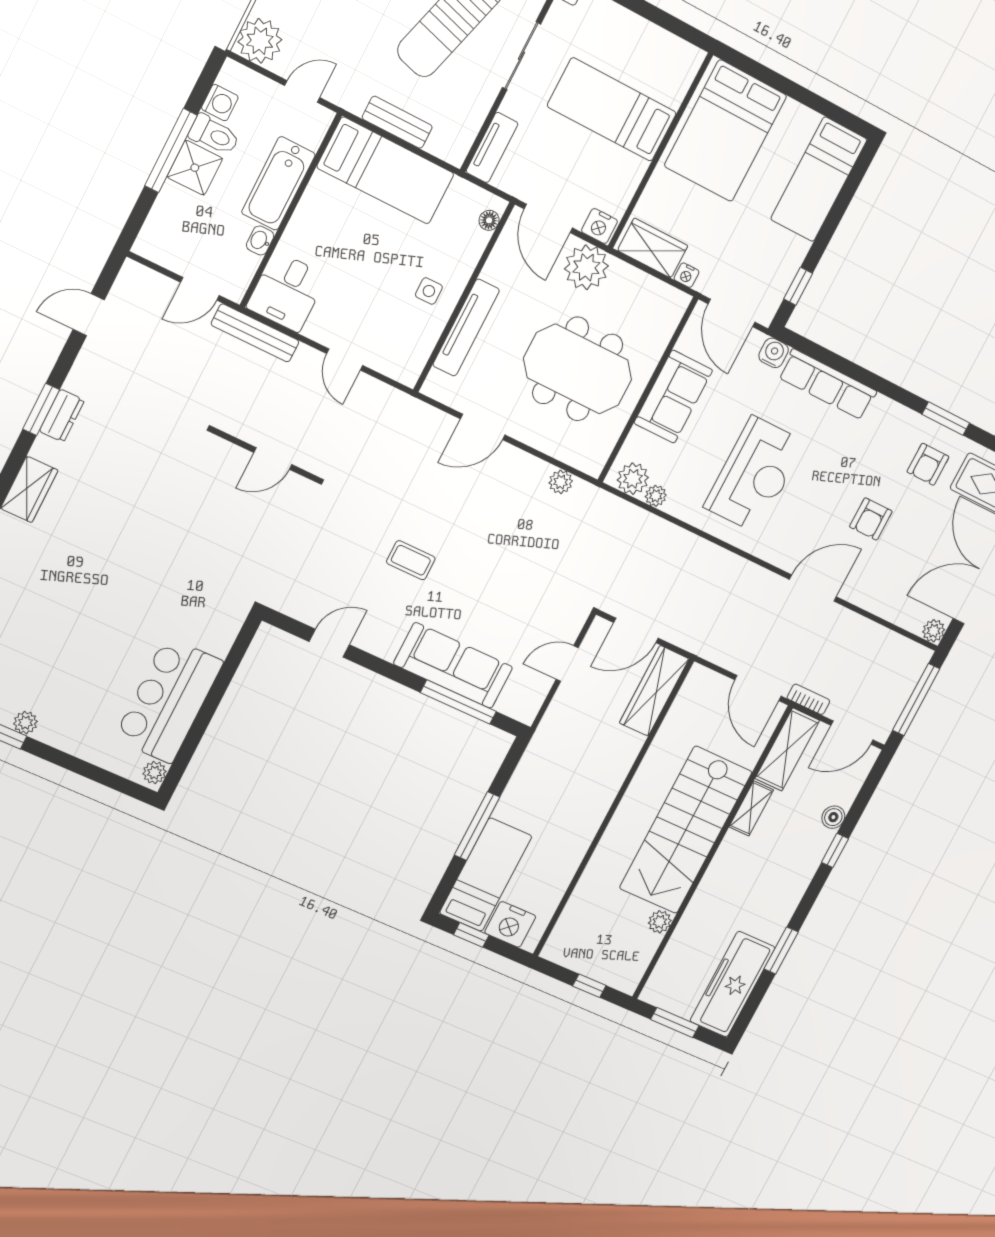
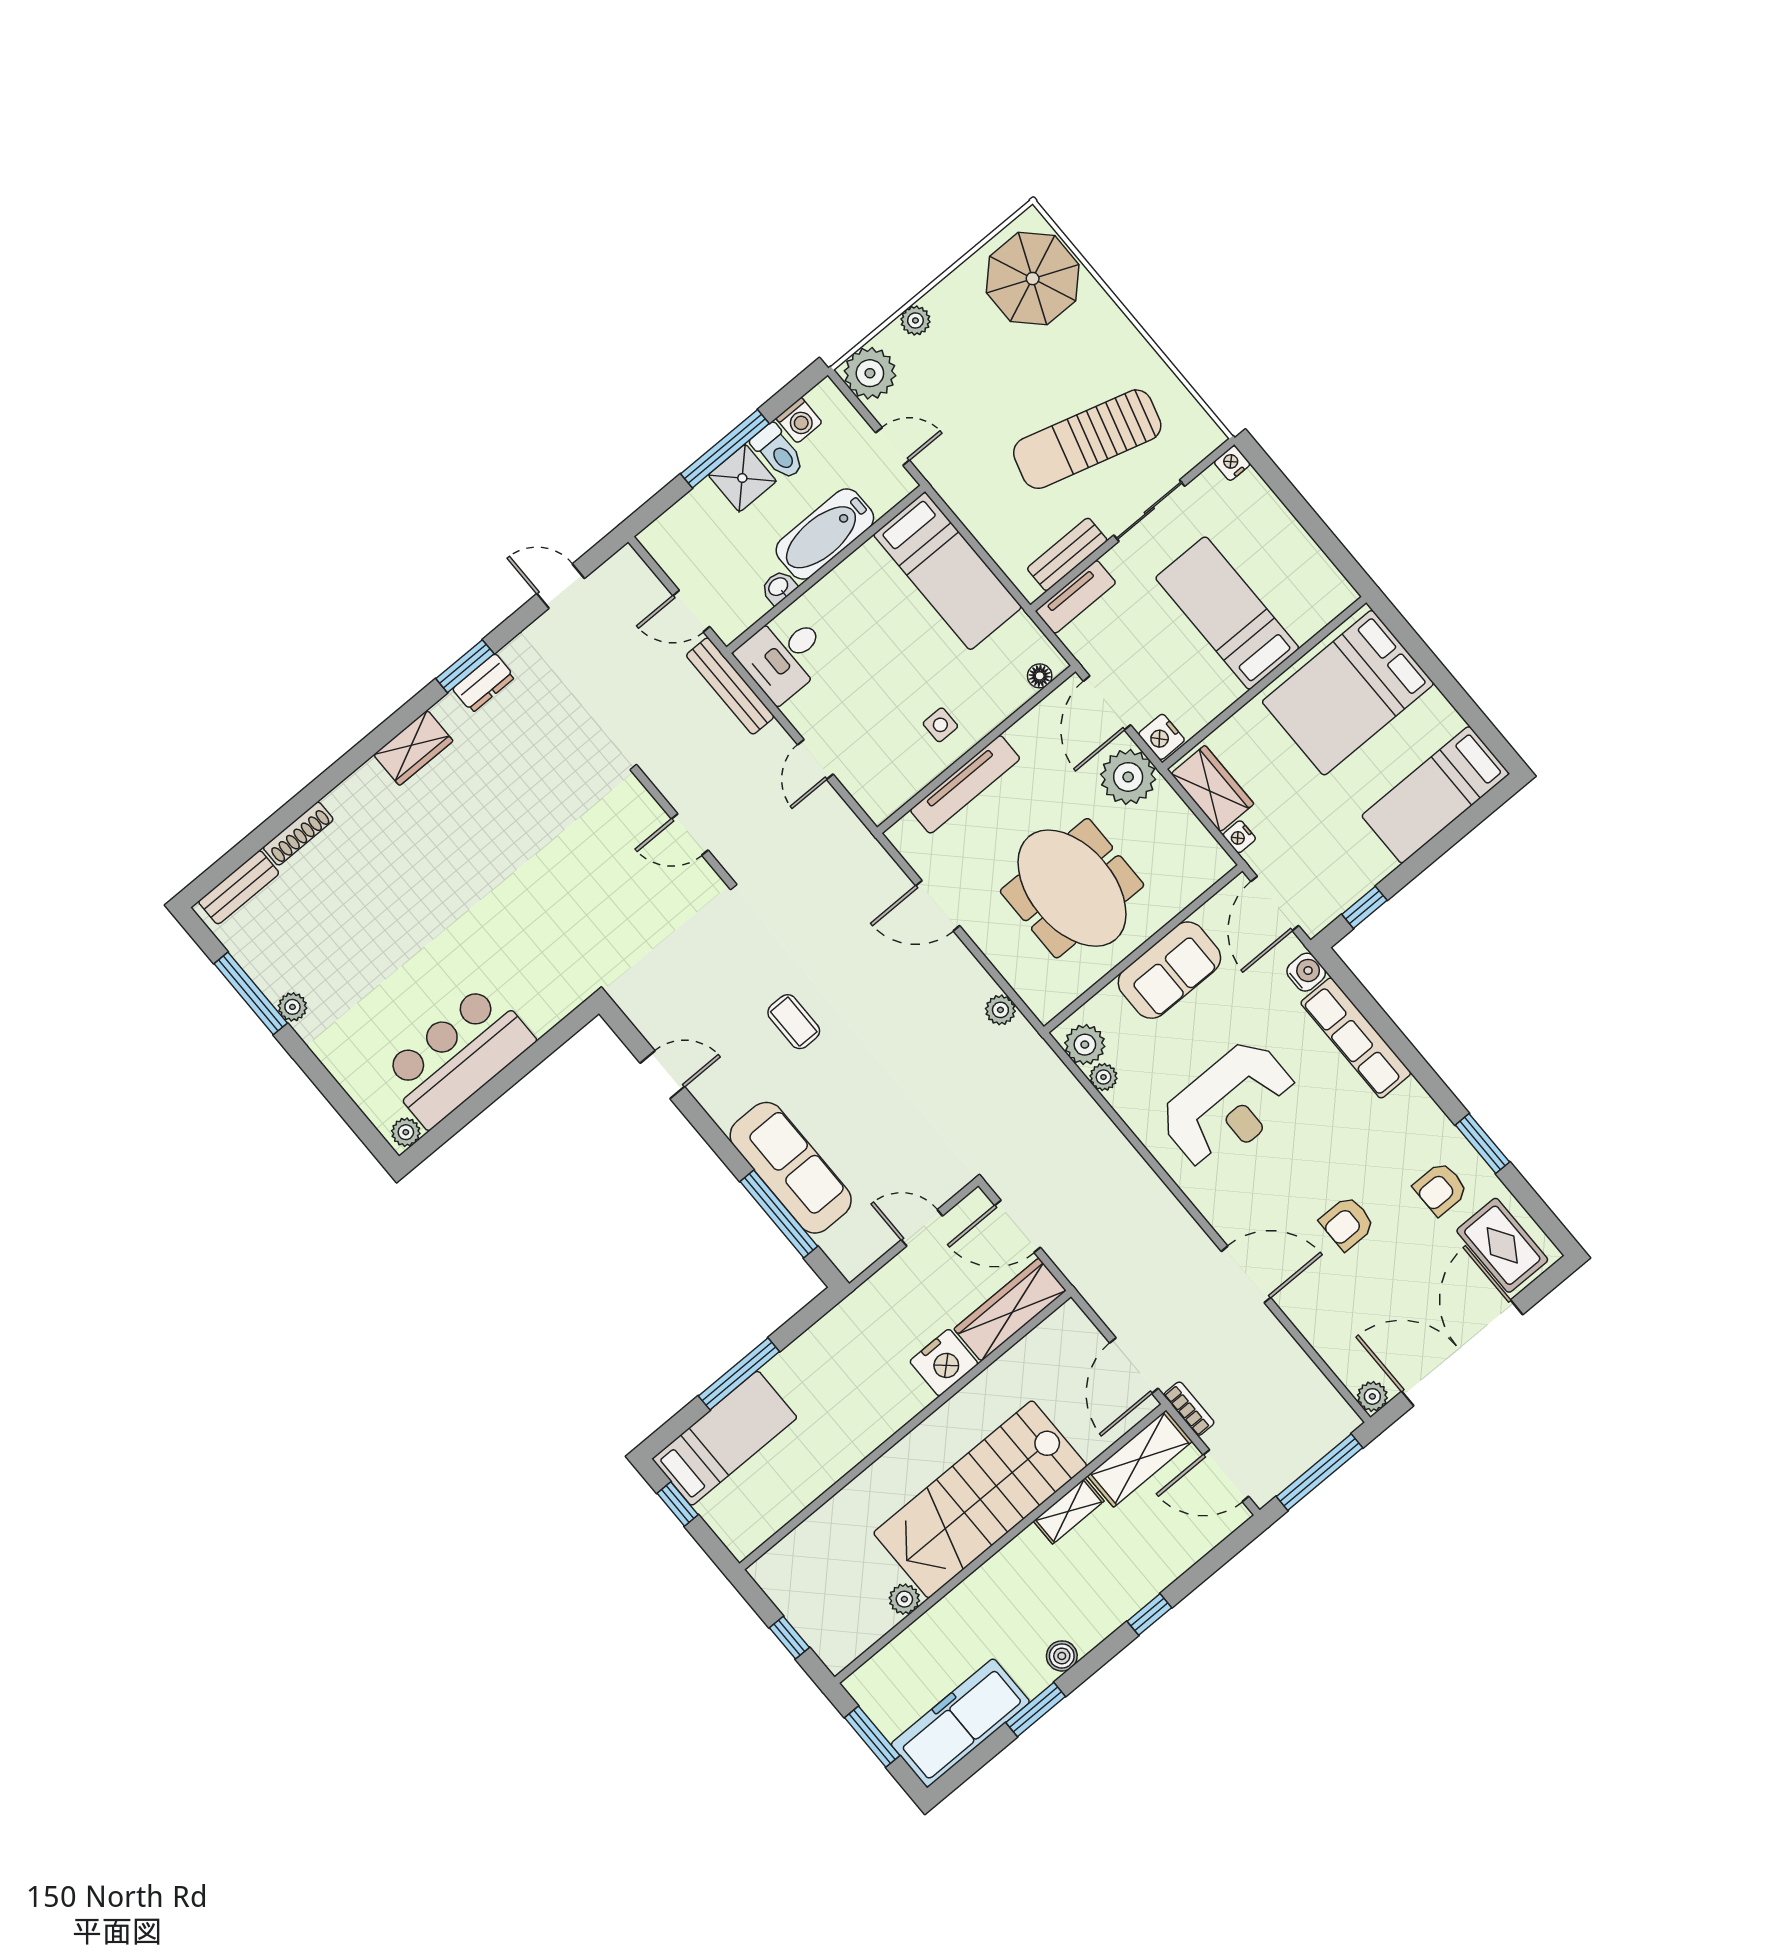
bench: (397, 122) -> (1067, 554), moved, turned 90
boiler: (833, 817) -> (1062, 1656), moved
nightstand: (510, 924) -> (944, 1363), moved, turned -90

